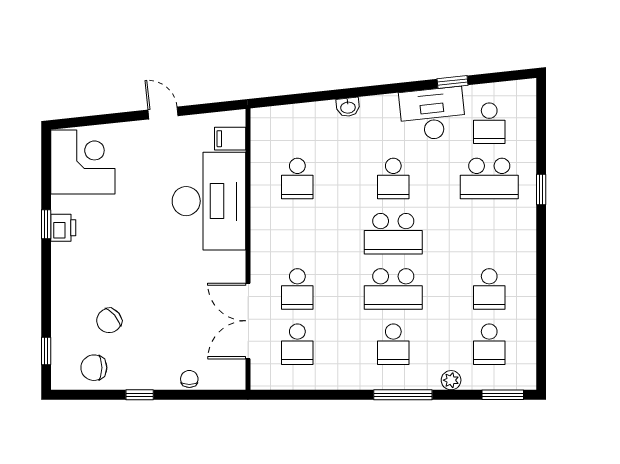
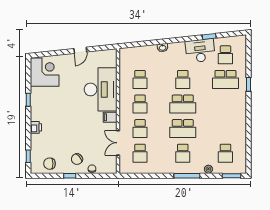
door: (163, 113) -> (80, 50), swing flipped
filing cabinet: (230, 139) -> (110, 117), moved
printer: (63, 228) -> (36, 127), moved
school desk: (489, 289) -> (140, 104), moved
chair: (109, 321) -> (77, 159), moved
double door: (248, 321) -> (118, 143), width x0.73

